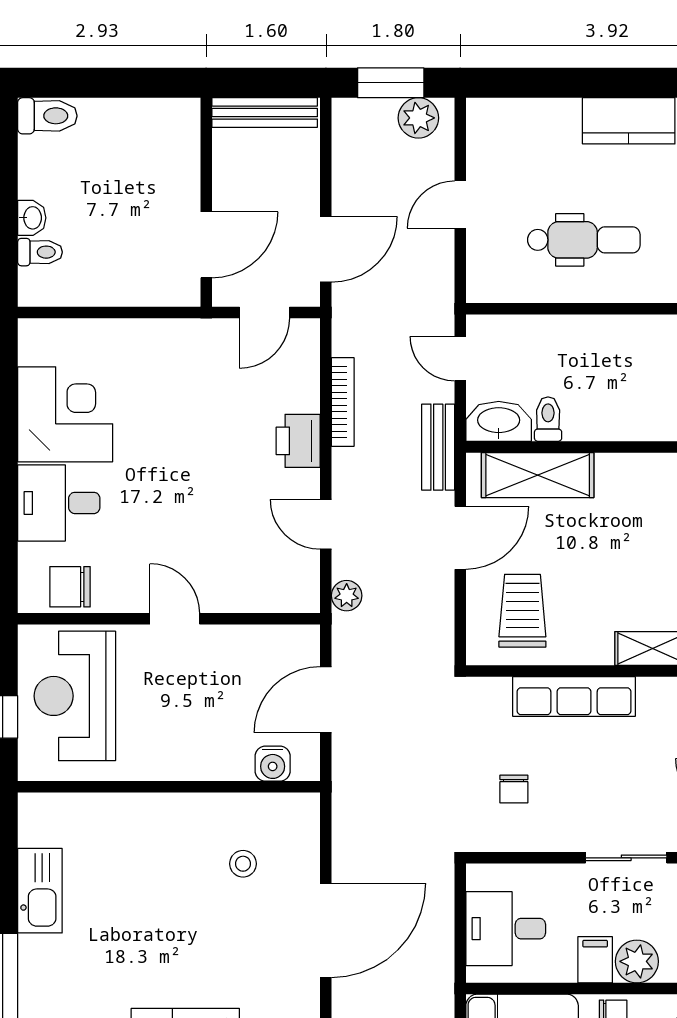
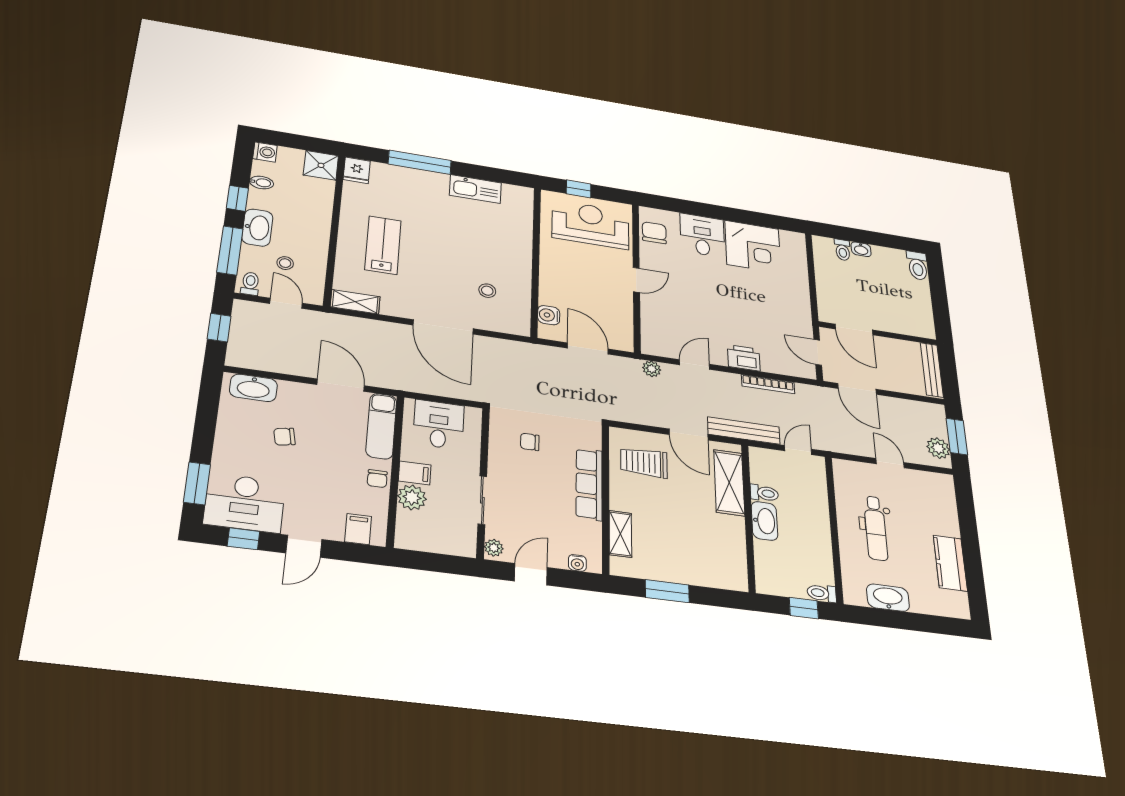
washbasin: (499, 421) -> (764, 521), moved
bench: (438, 447) -> (744, 431), width x1.36
trolley: (522, 611) -> (644, 462), turned 180

